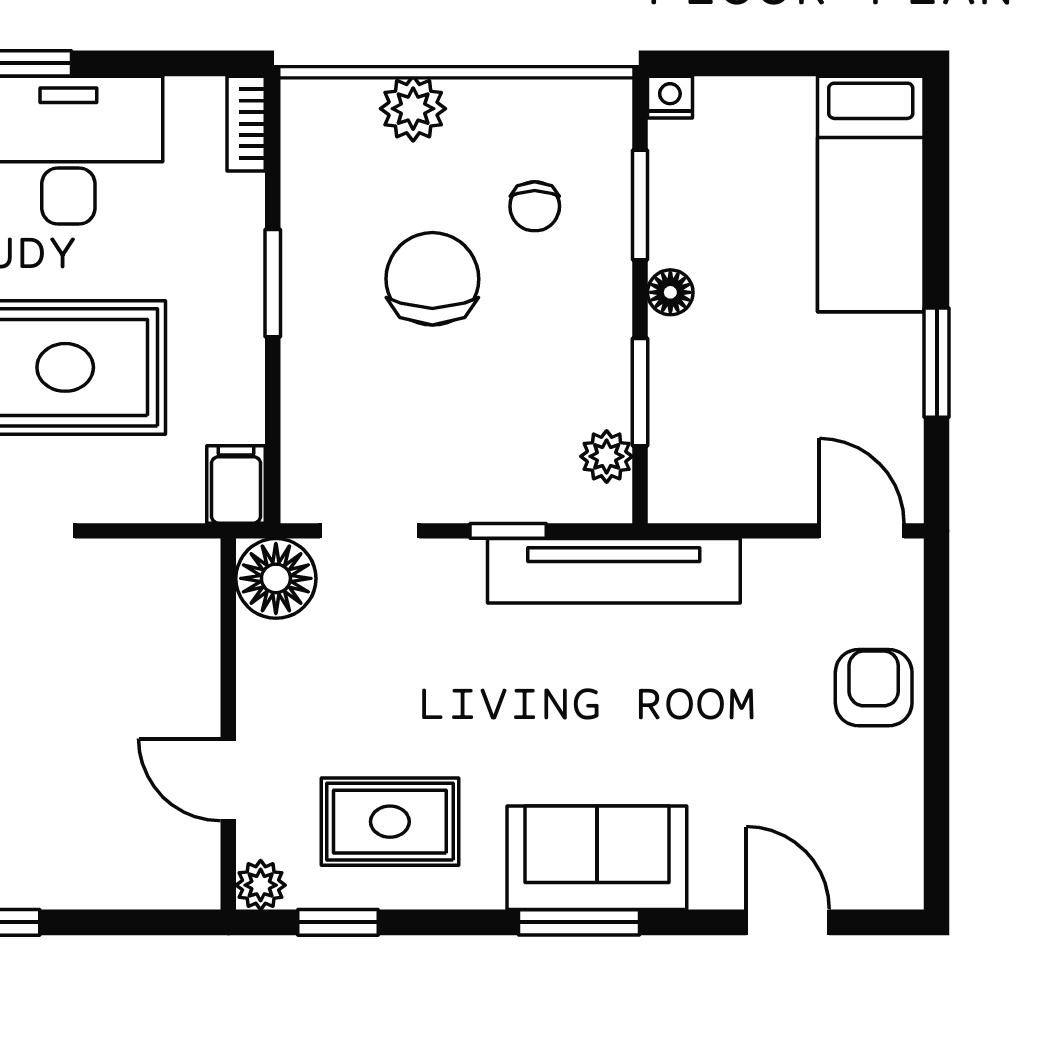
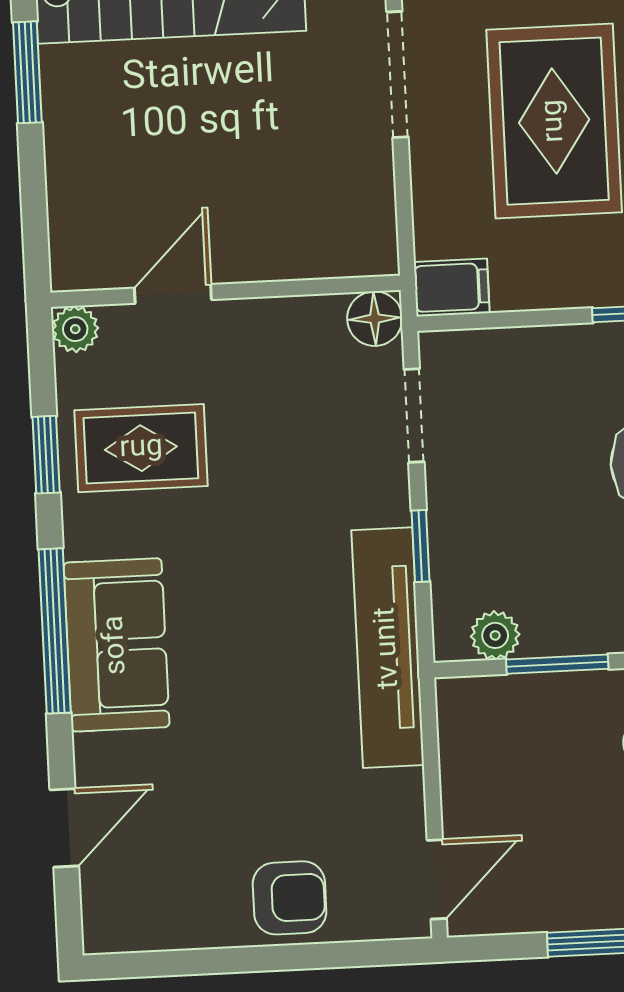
floor lamp: (276, 578) -> (375, 319), width x0.73, depth x0.73
rug: (390, 822) -> (141, 448), turned 90
window: (338, 922) -> (46, 455), moved
window: (579, 922) -> (55, 631), width x1.44

